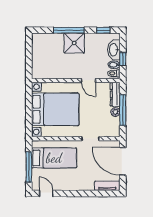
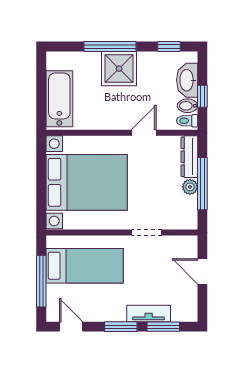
bathtub: (39, 61) -> (59, 99), added
door: (88, 80) -> (144, 133), swing flipped
door: (123, 161) -> (202, 271), width x0.53
tv unit: (107, 186) -> (149, 314), moved
window: (75, 193) -> (121, 327), added
window: (100, 193) -> (163, 327), added

